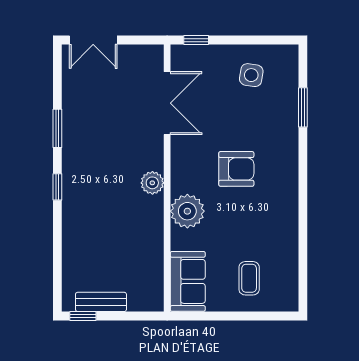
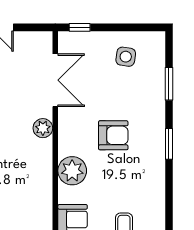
window: (303, 179) -> (169, 144), added
plant: (152, 183) -> (43, 128), moved

